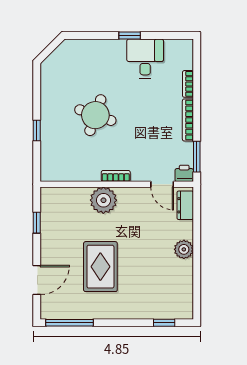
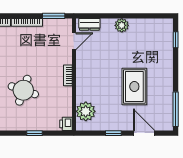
printer: (184, 173) -> (66, 124), moved
plant: (103, 200) -> (86, 111), moved
window: (37, 223) -> (113, 133), moved
rug: (100, 267) -> (134, 87), turned 90

